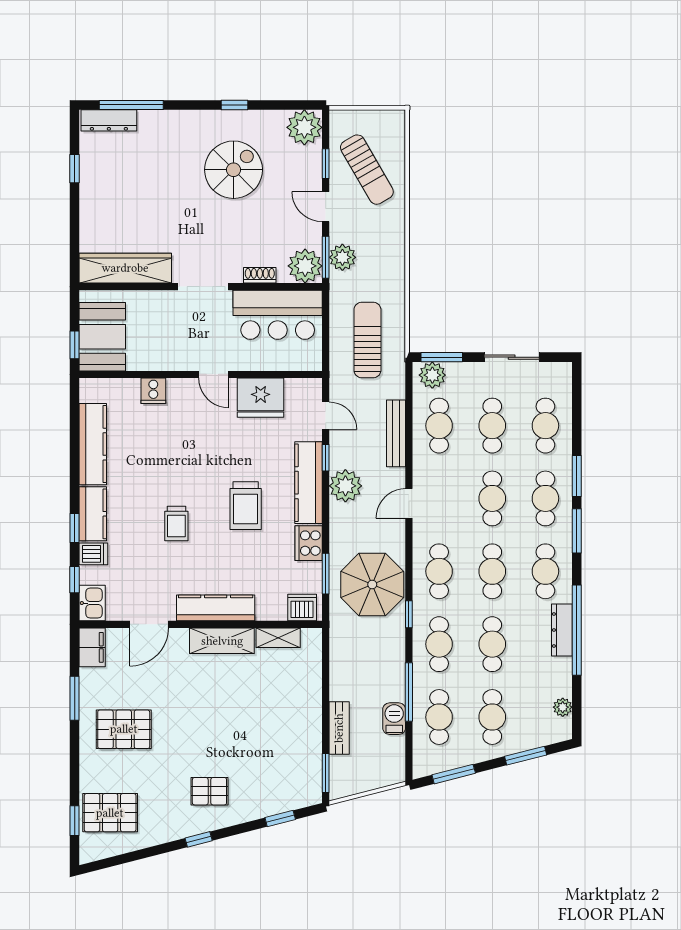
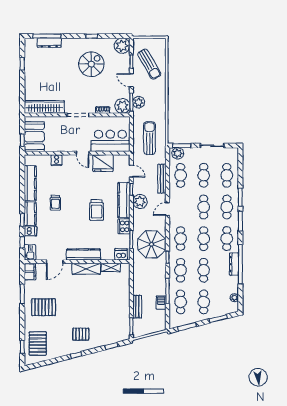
dresser: (109, 120) -> (49, 43), moved
bar counter: (278, 315) -> (110, 141), moved, turned 180
trolley: (176, 524) -> (55, 203), moved
pallet: (110, 813) -> (38, 343), turned 90

